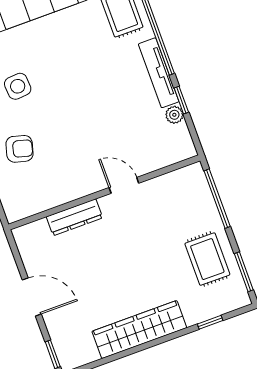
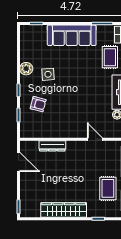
door: (124, 185) -> (95, 139), moved
door: (32, 297) -> (18, 162), moved

